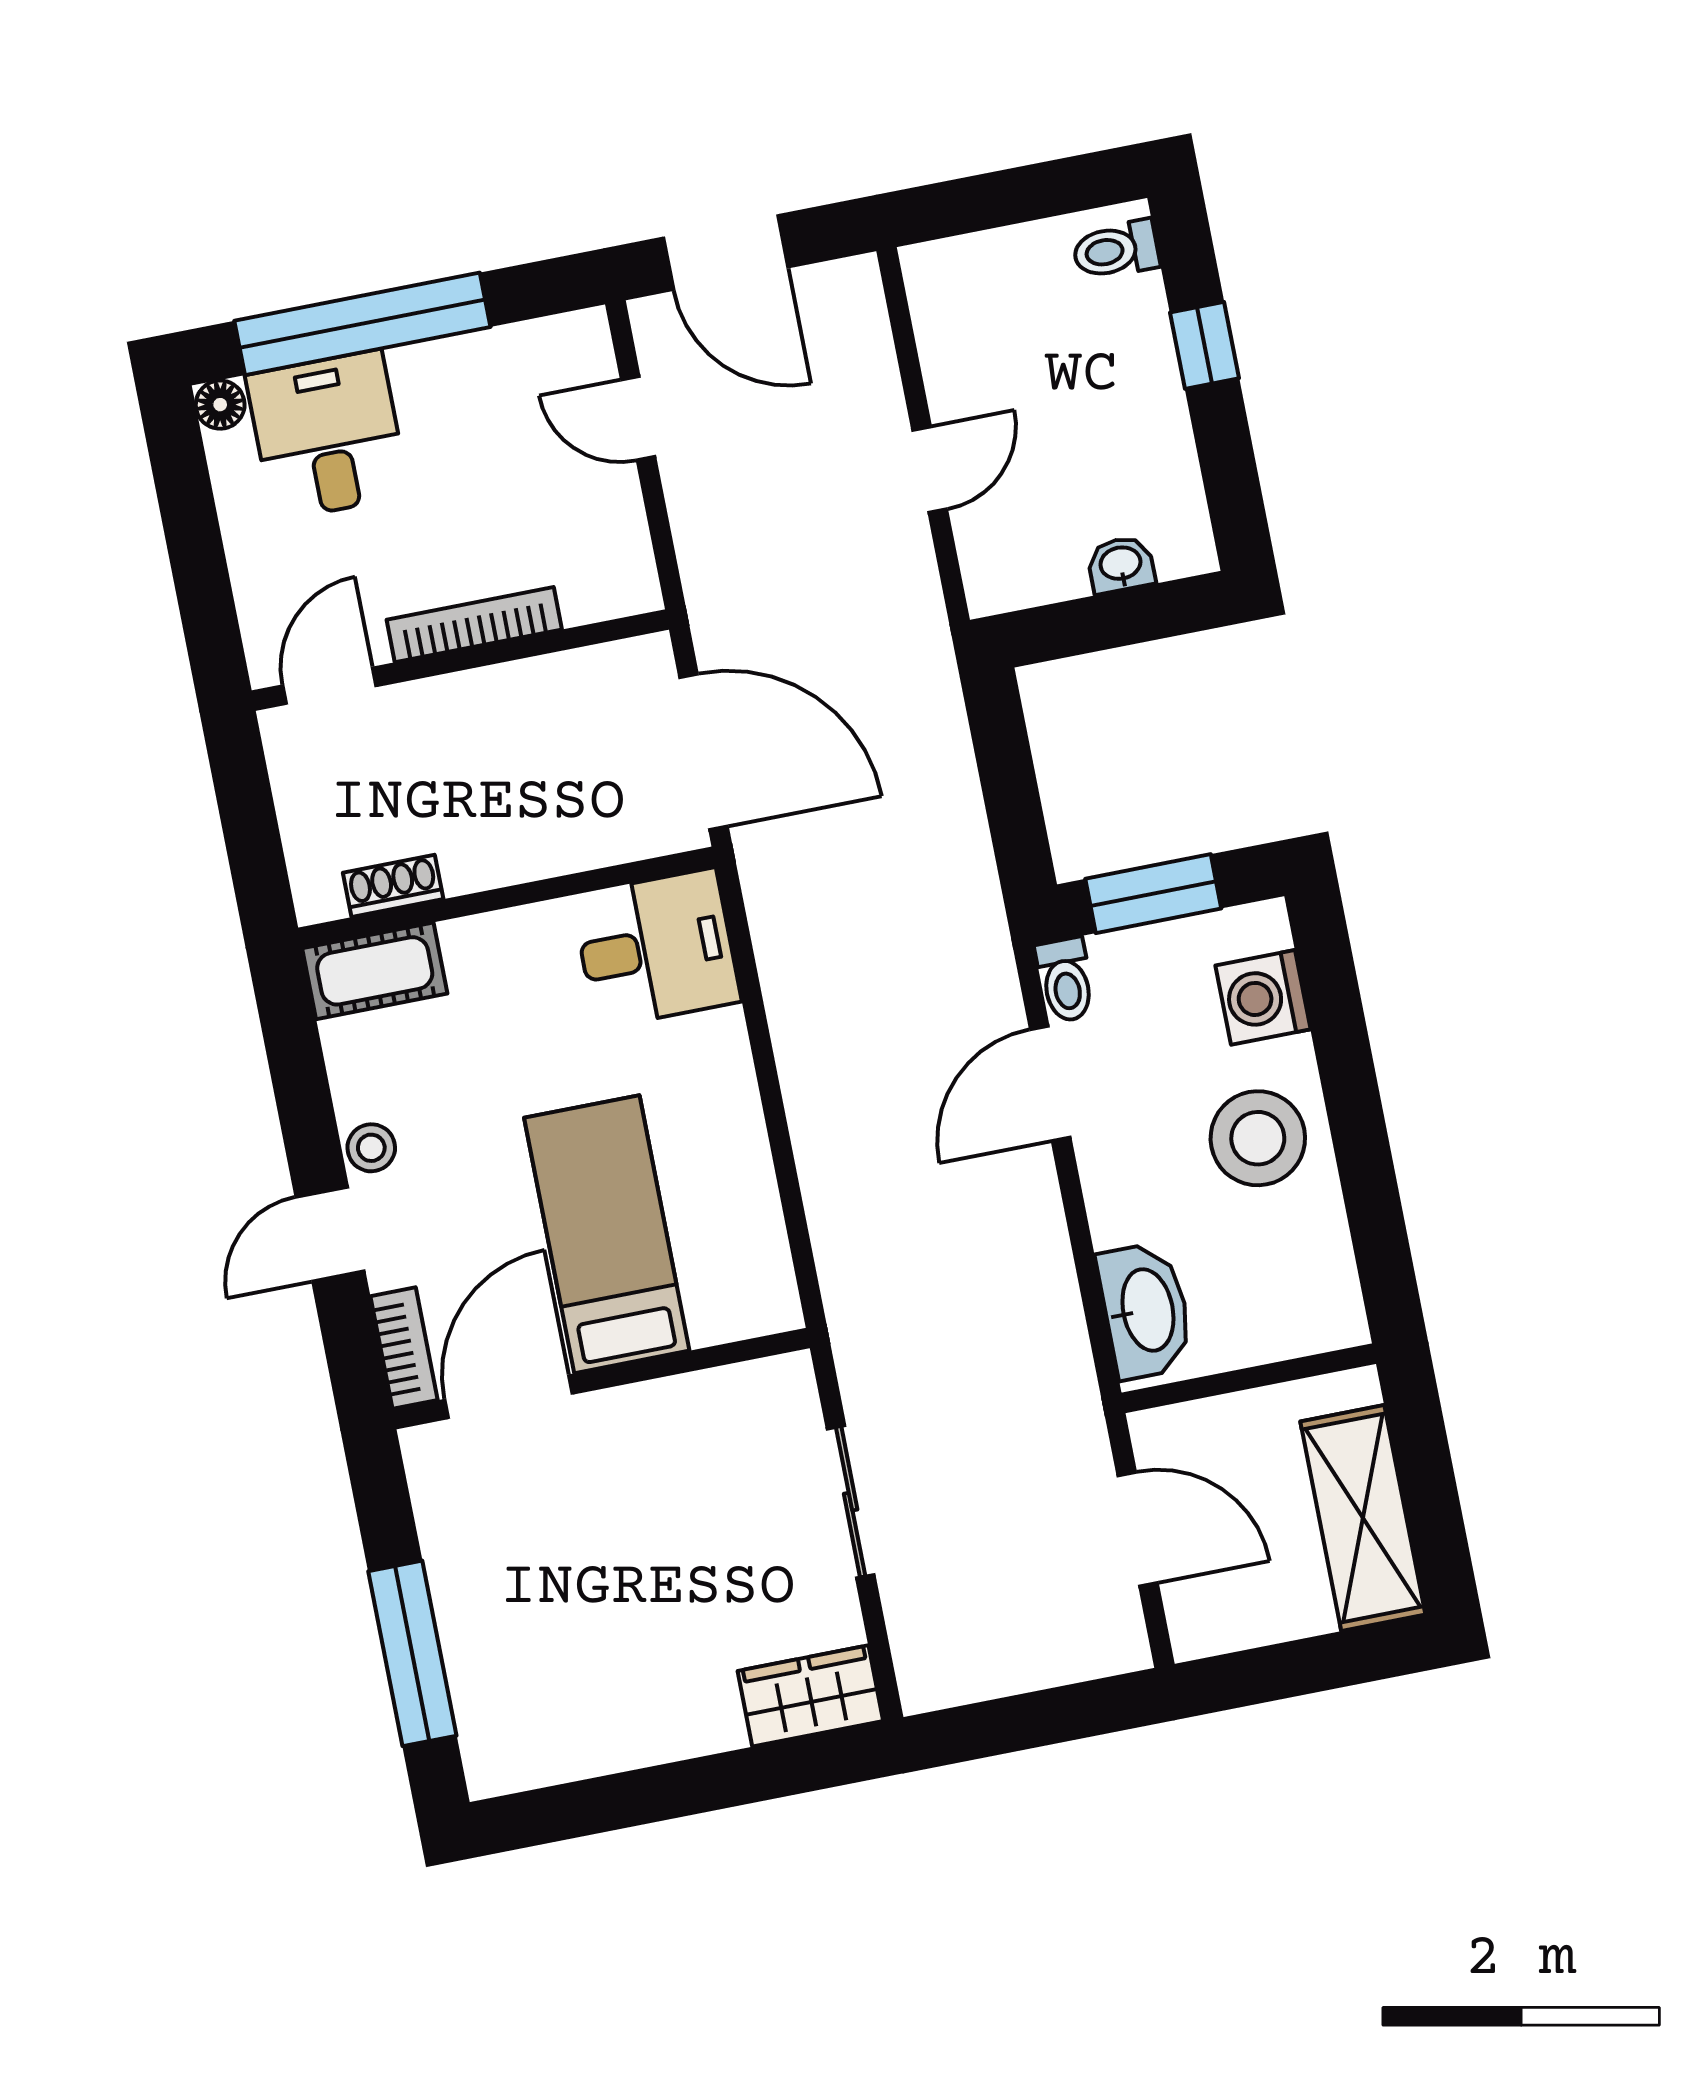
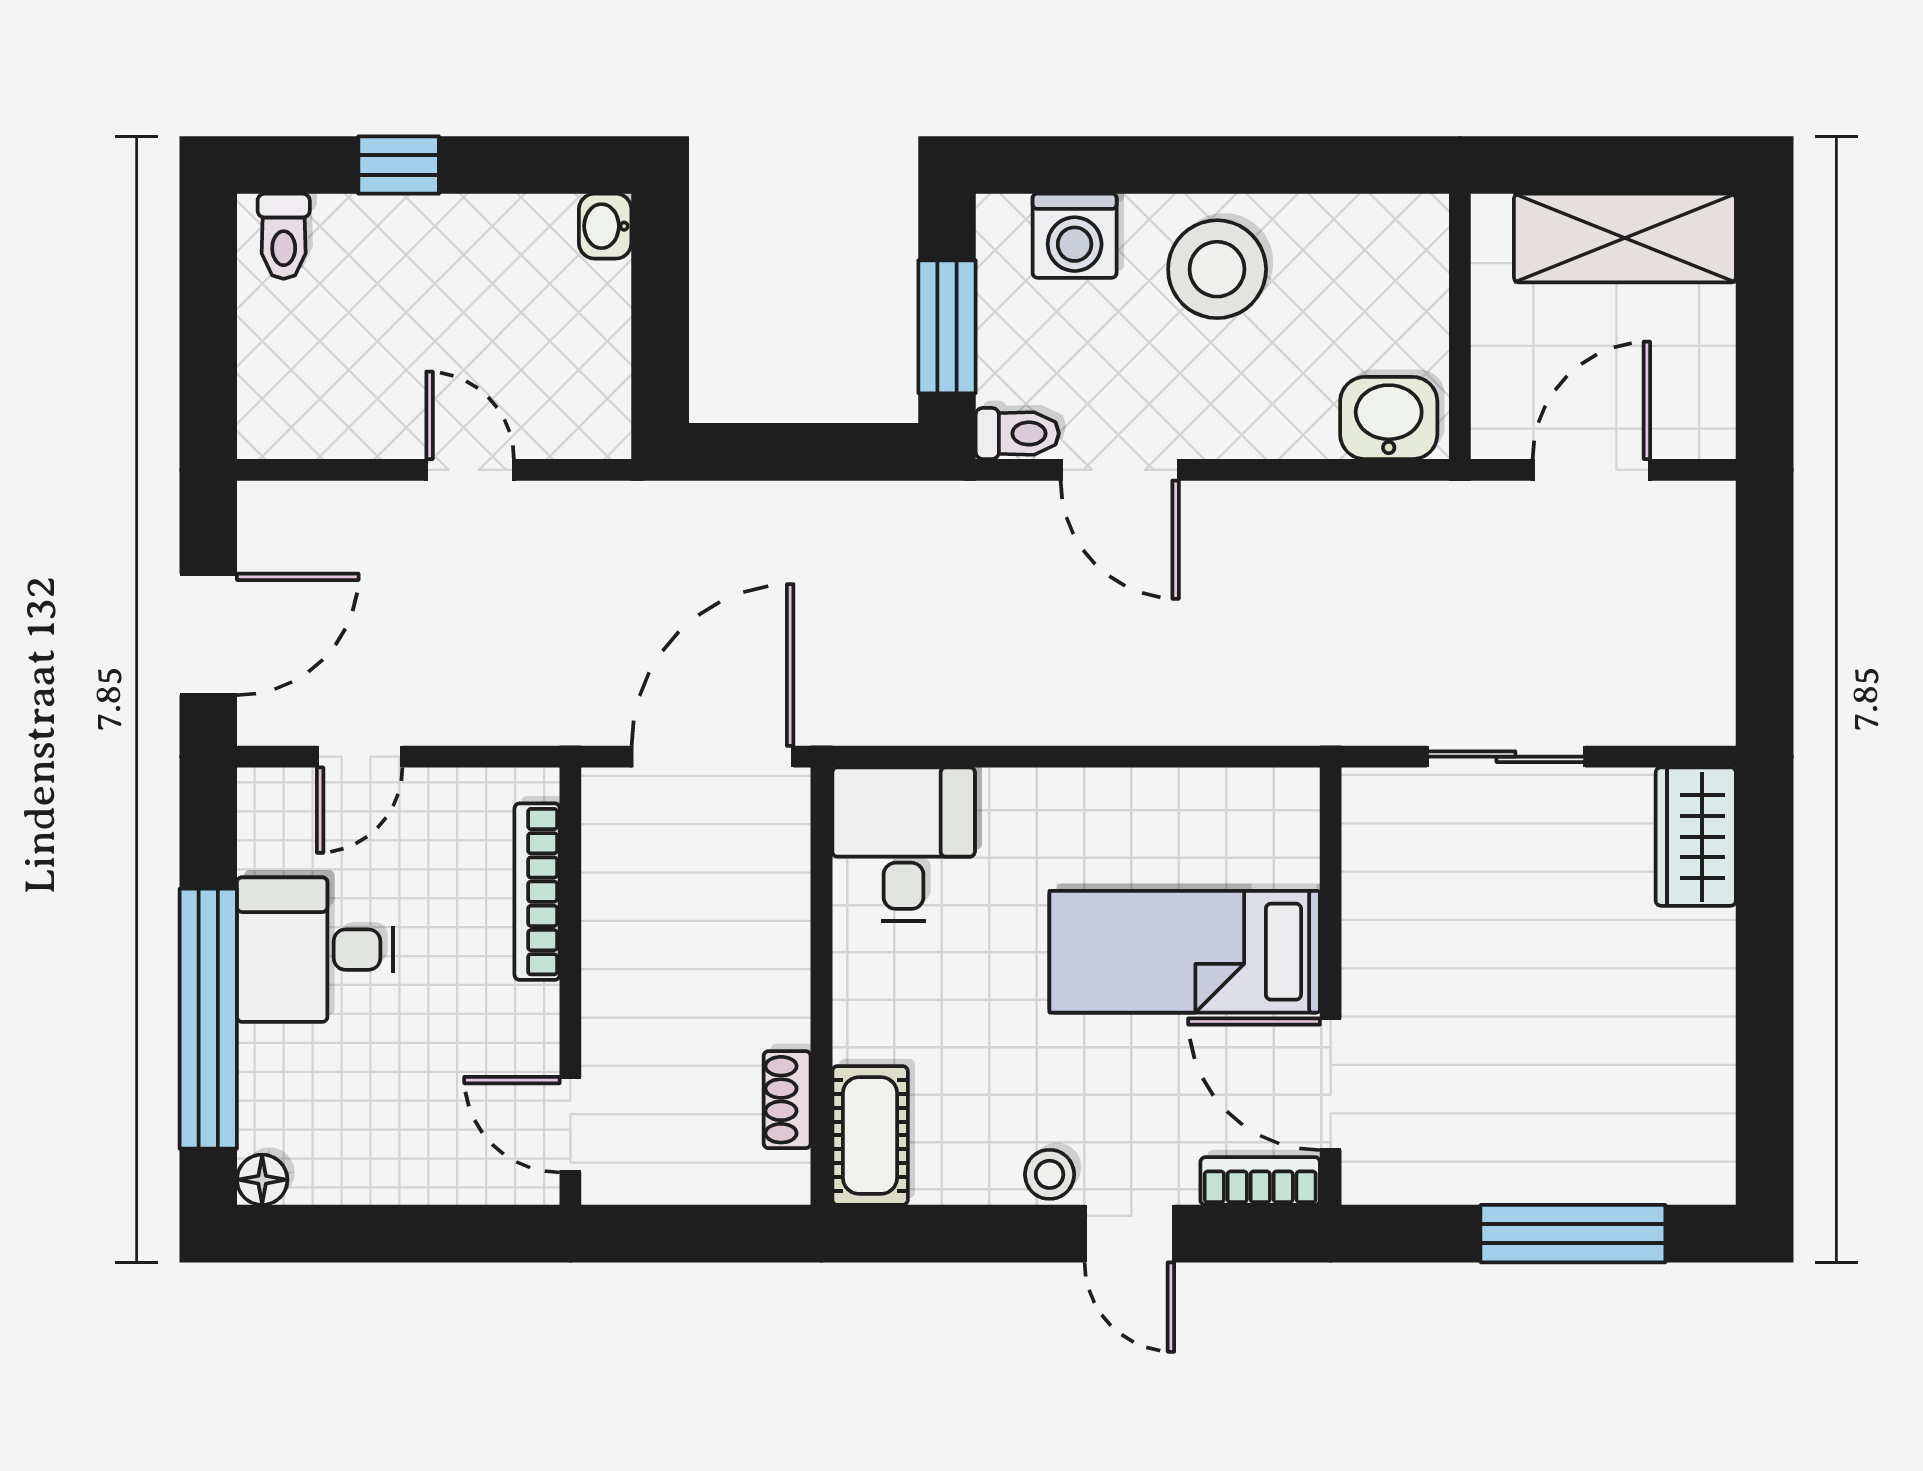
desk: (327, 435) -> (315, 950), moved
washbasin: (1121, 565) -> (605, 226), moved
bookcase: (474, 625) -> (537, 892), moved
washbasin: (1146, 1310) -> (1389, 418), width x0.72

